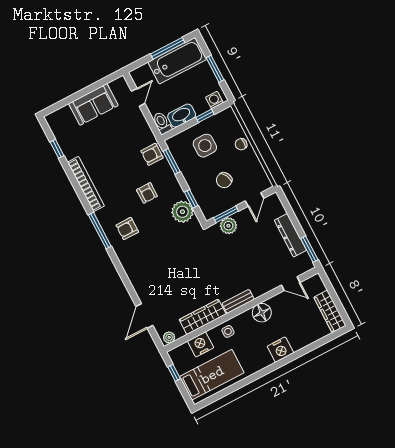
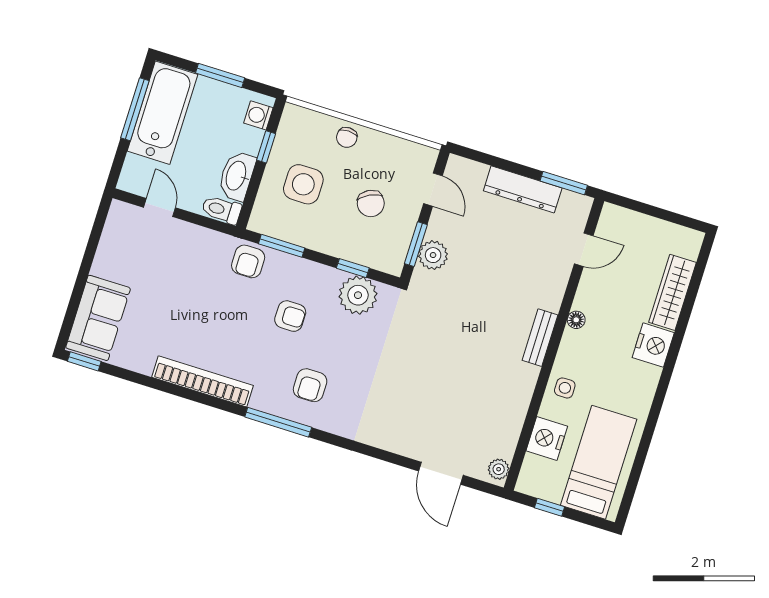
sofa: (93, 104) -> (98, 318), moved
window: (57, 149) -> (84, 361), moved
wardrobe: (330, 311) -> (672, 292), moved, turned 90
floor lamp: (262, 313) -> (576, 320), width x0.53, depth x0.53
wardrobe: (203, 317) -> (515, 401), removed

